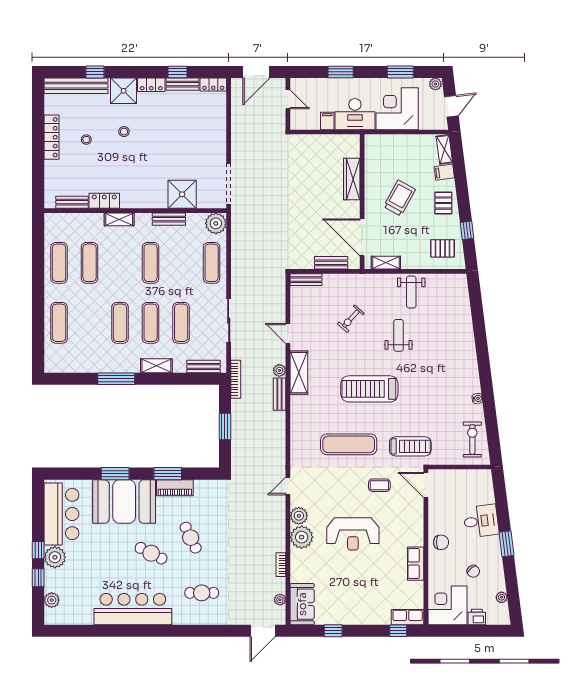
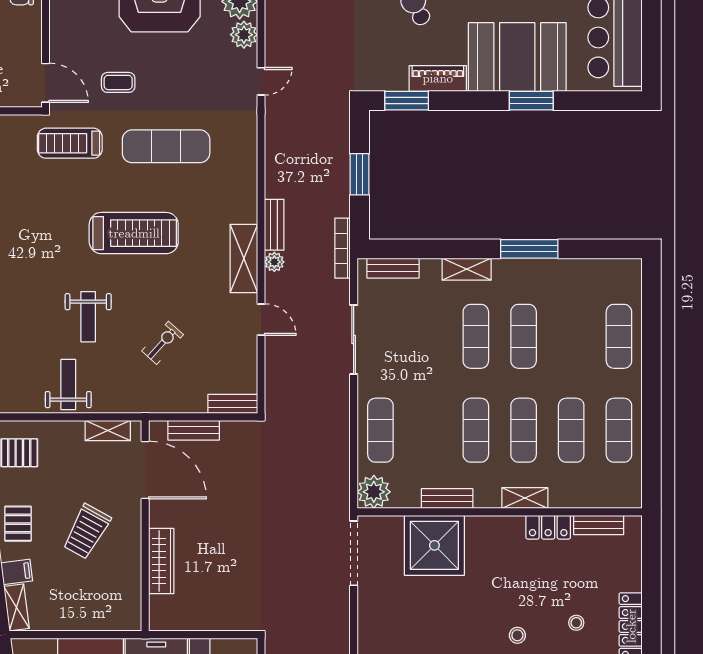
shower: (182, 194) -> (434, 545), width x1.37, depth x1.37
exercise mat: (181, 323) -> (524, 430), moved
window: (168, 474) -> (407, 101), moved

